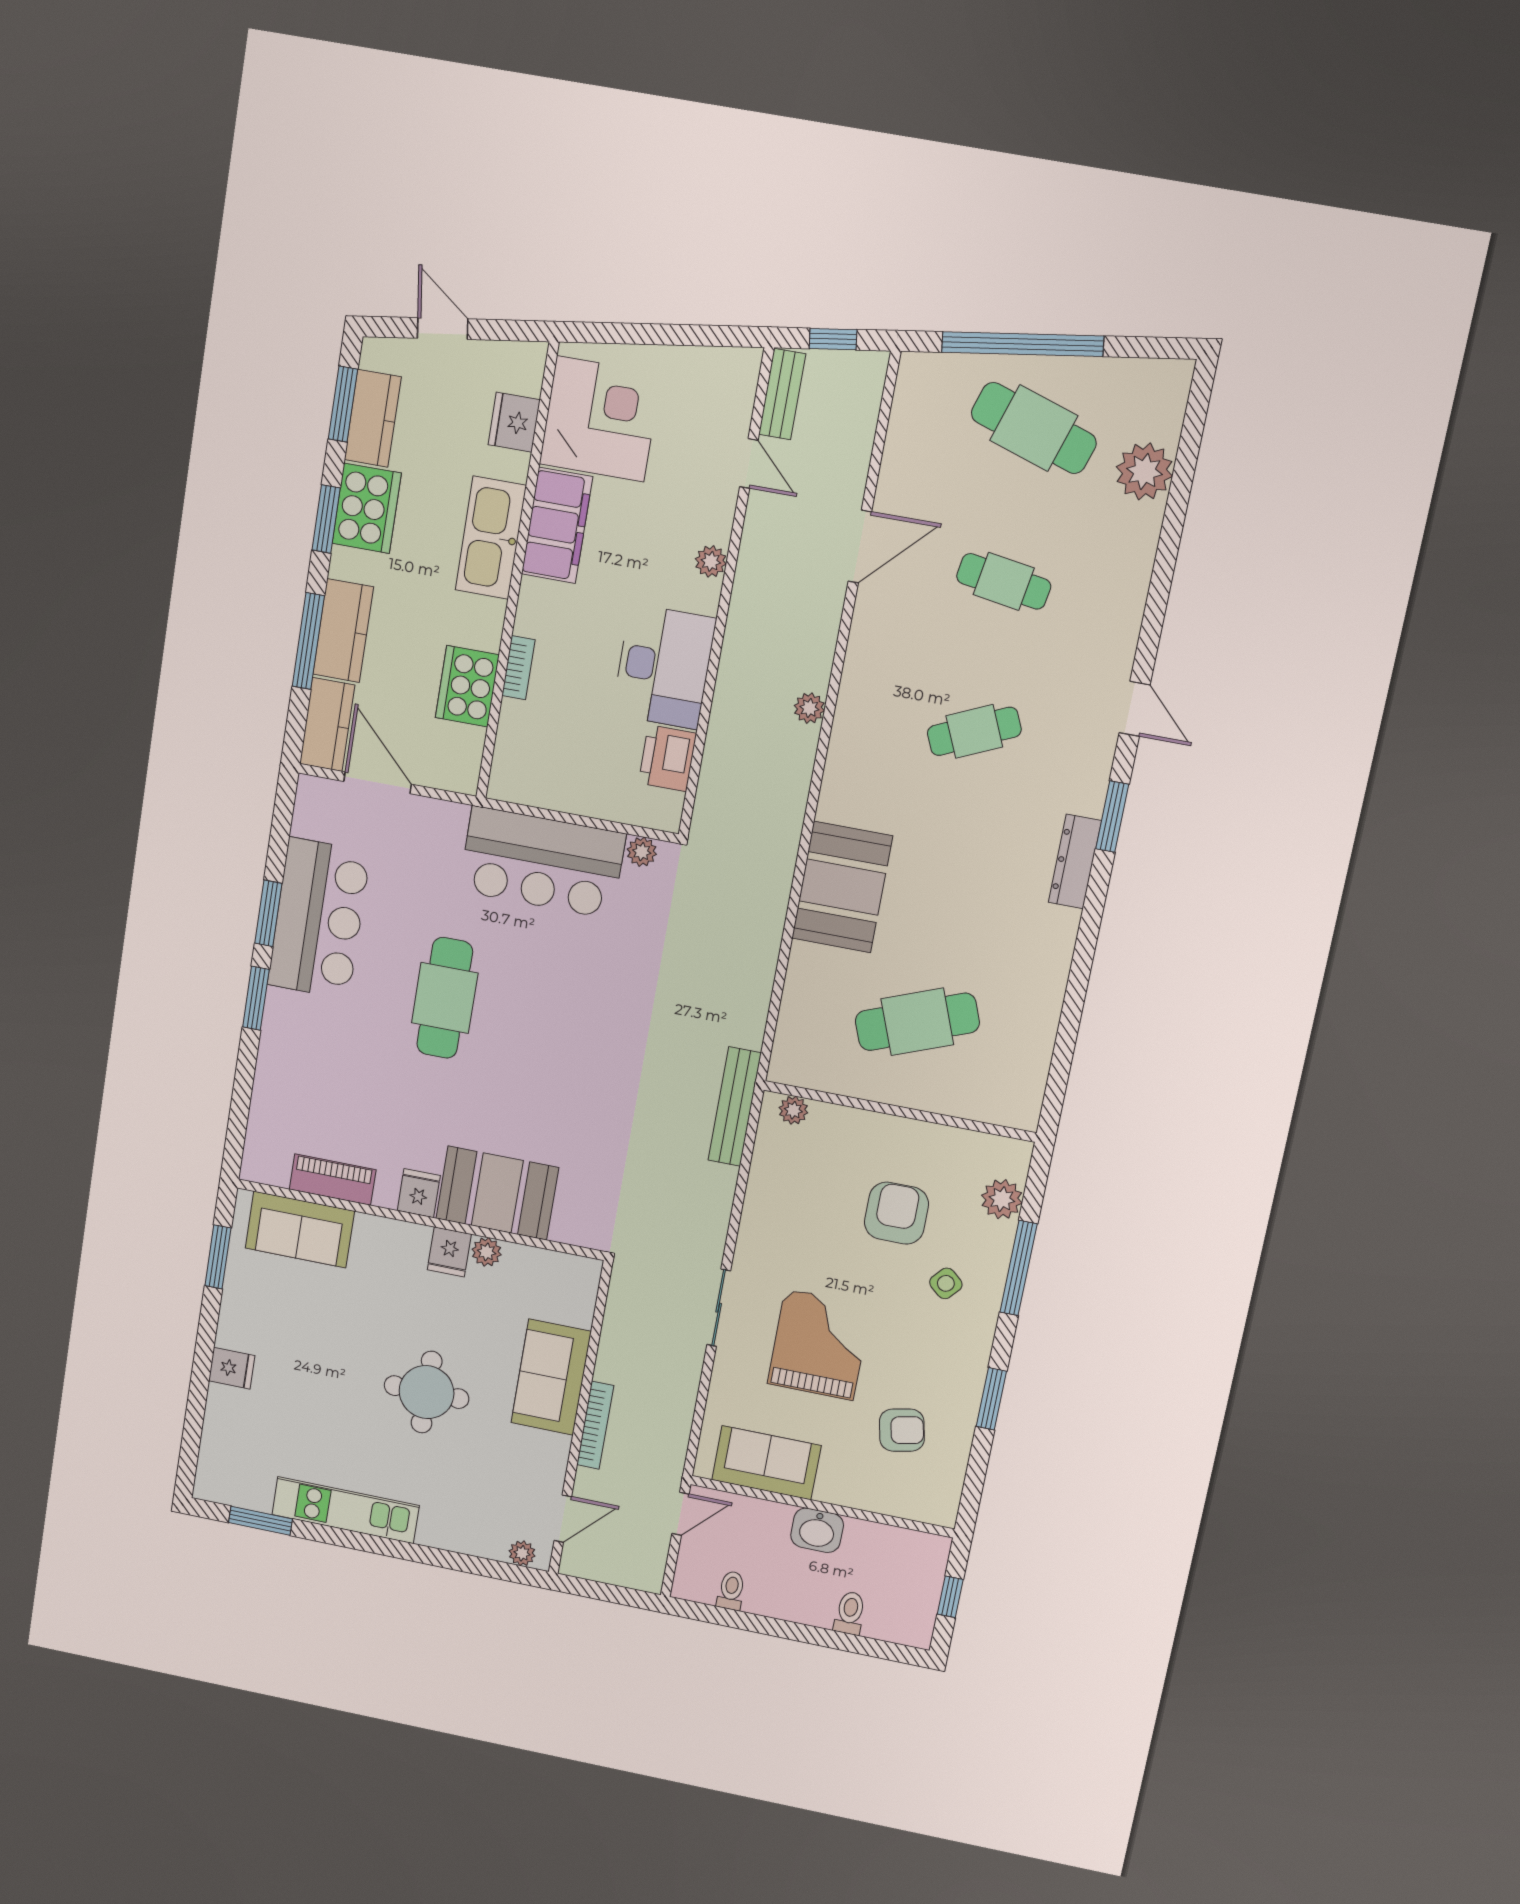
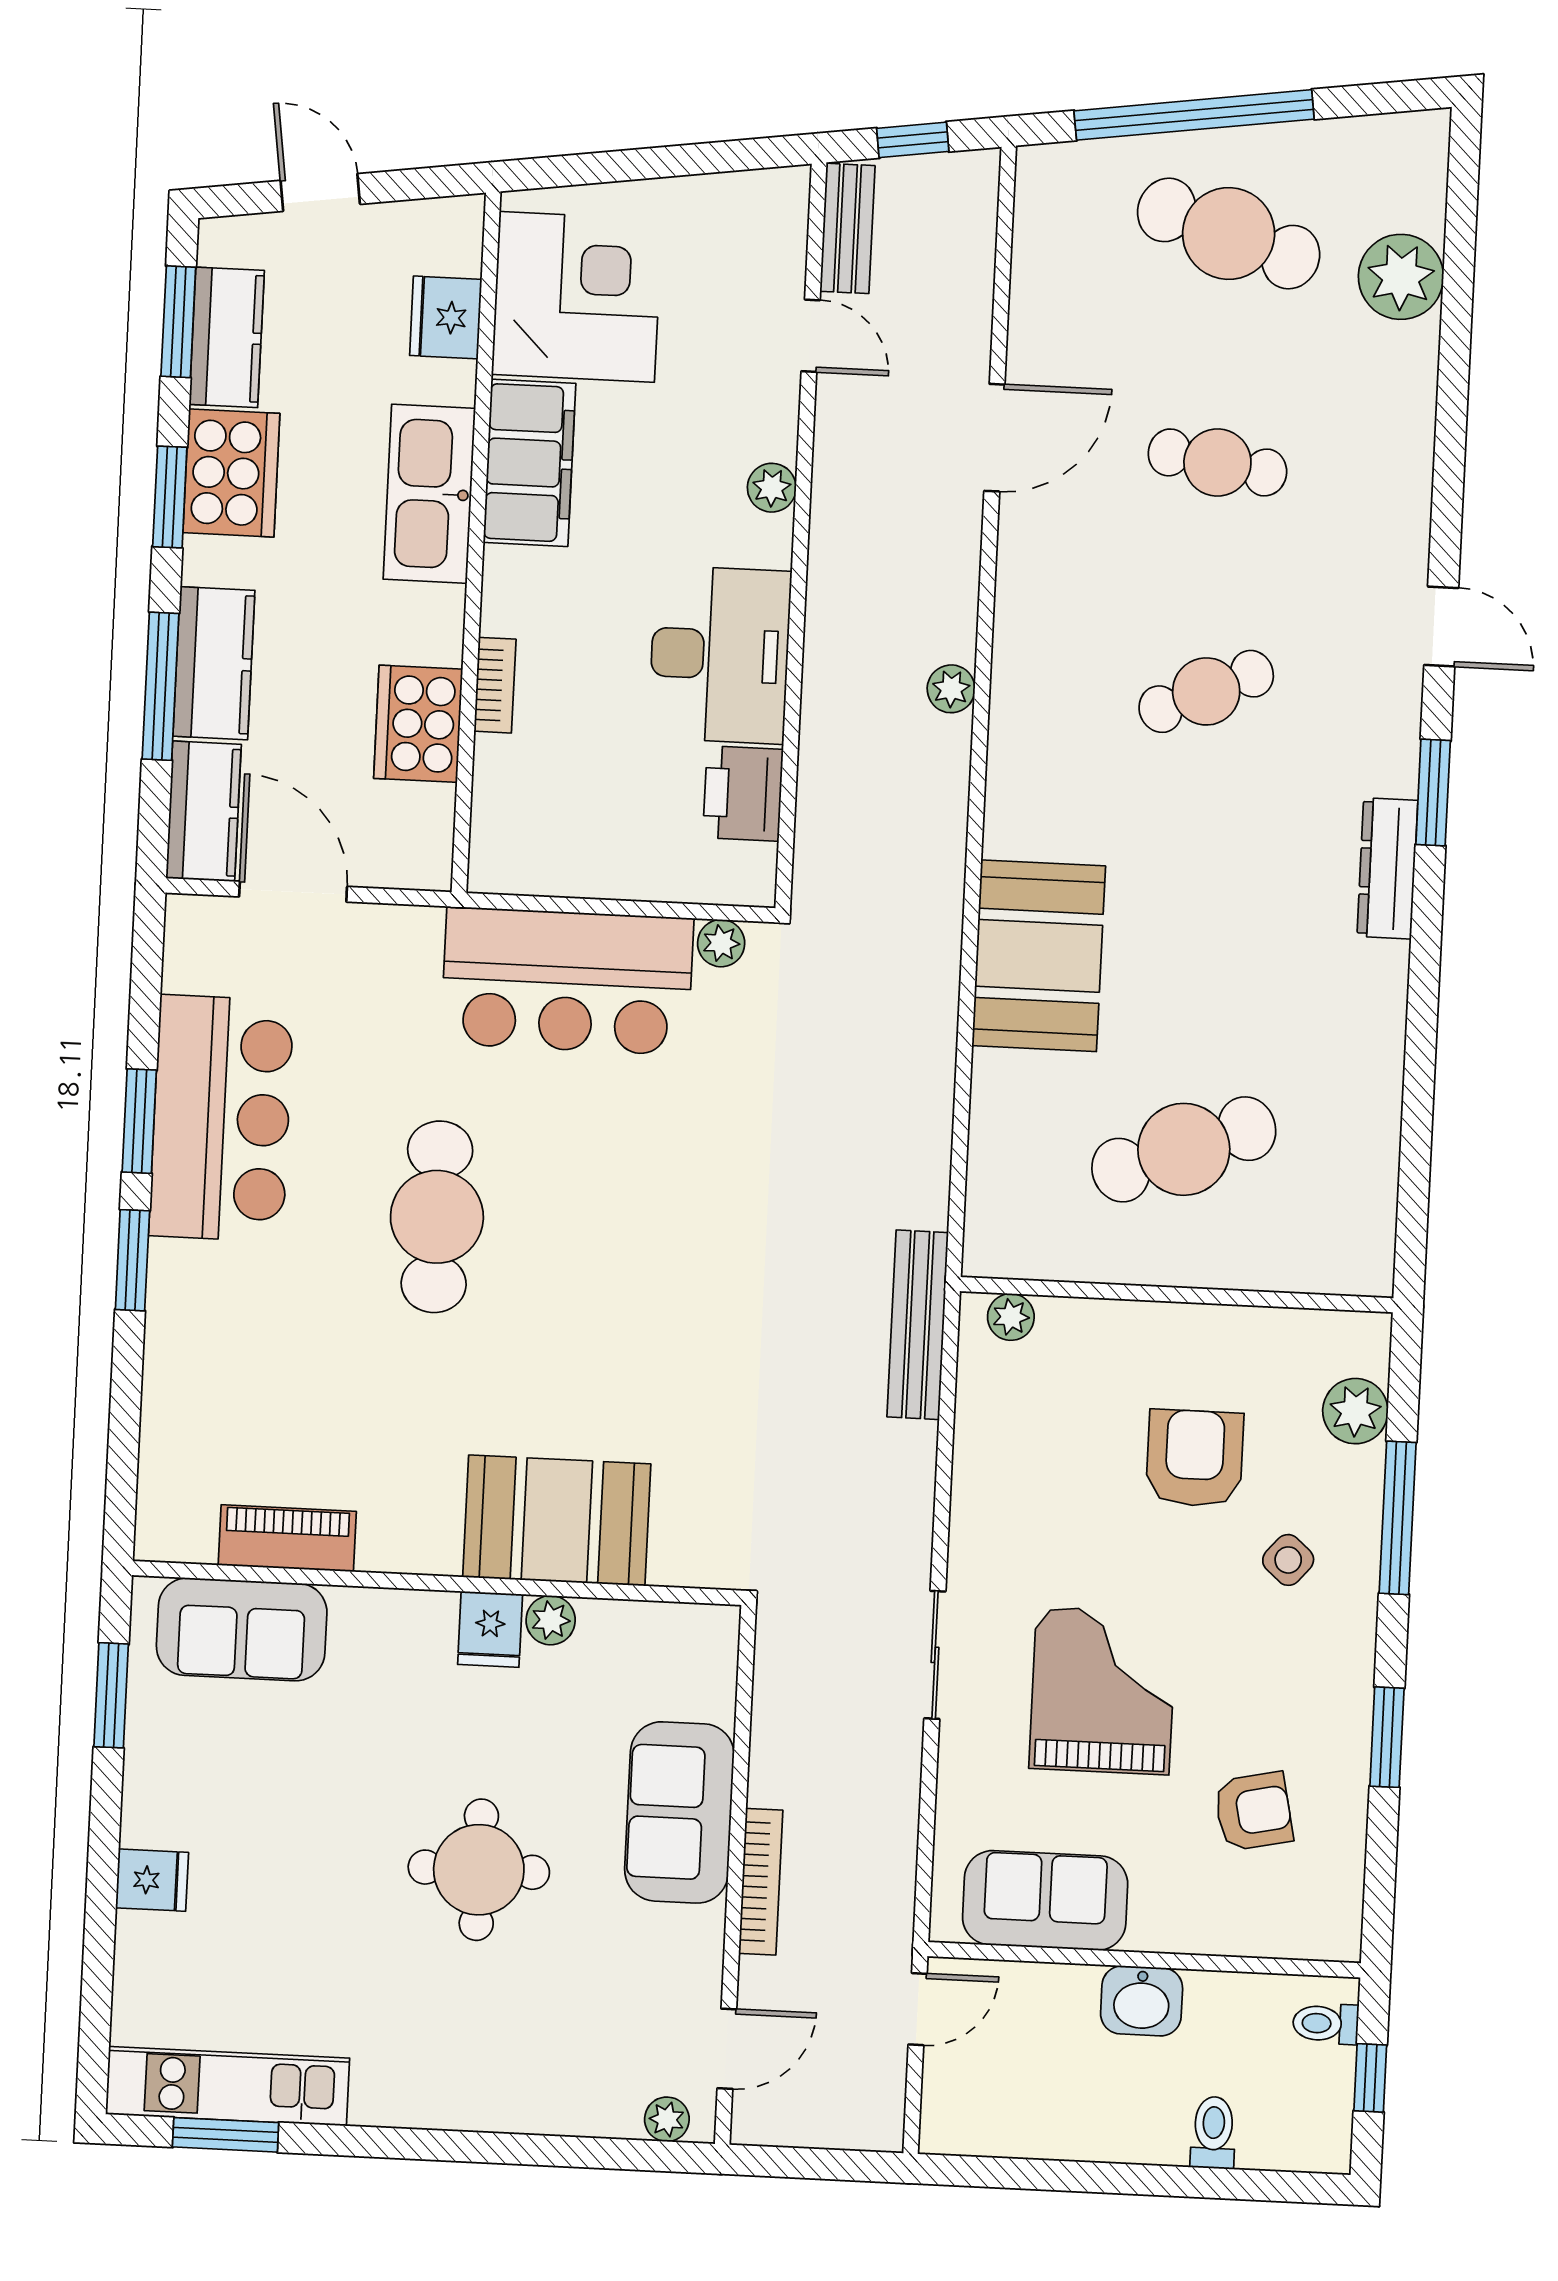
fridge: (419, 1193) -> (430, 1540), removed
kitchen unit: (345, 1510) -> (228, 2086), moved
toilet: (731, 1590) -> (1326, 2024), moved, turned -90

